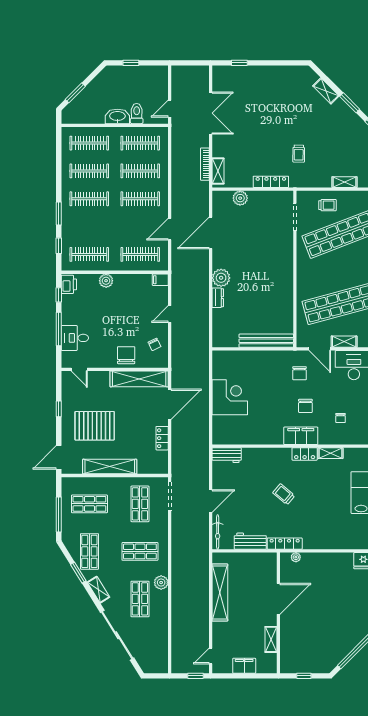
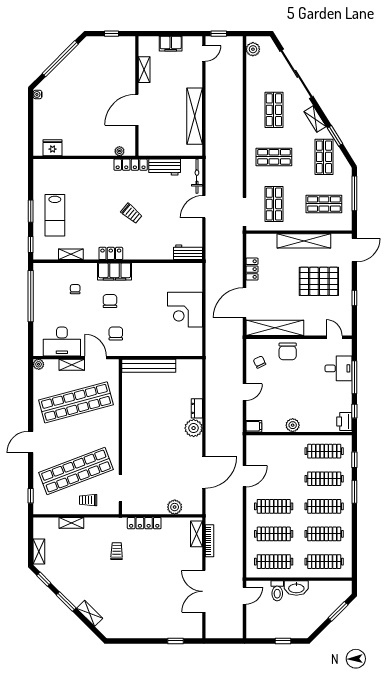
clothes rail: (140, 254) -> (324, 479), moved
plant: (106, 281) -> (293, 425), moved
shelving: (330, 453) -> (71, 254), moved
plant: (161, 583) -> (253, 49), moved

